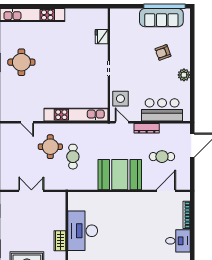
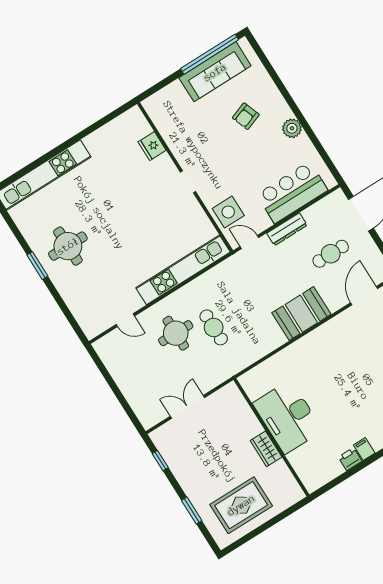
booth: (120, 175) -> (301, 314), width x0.73, depth x0.70

